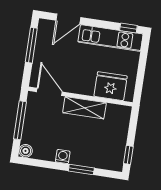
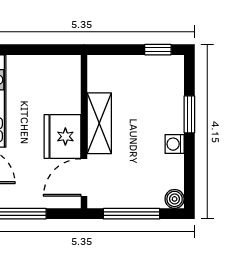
fridge: (111, 86) -> (62, 136), moved

